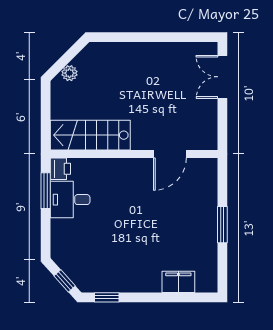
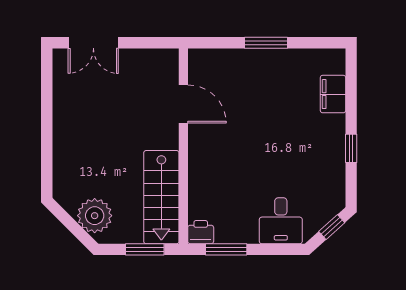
plant: (69, 73) -> (95, 216), width x1.88, depth x1.88
window: (46, 121) -> (145, 249), added
desk: (70, 200) -> (281, 221), moved
window: (107, 297) -> (351, 148), moved

